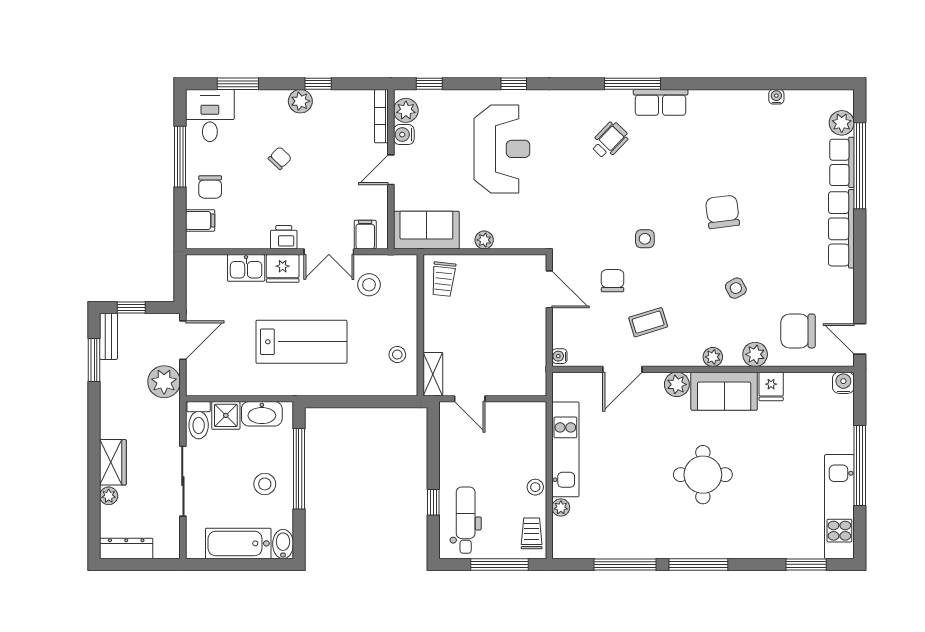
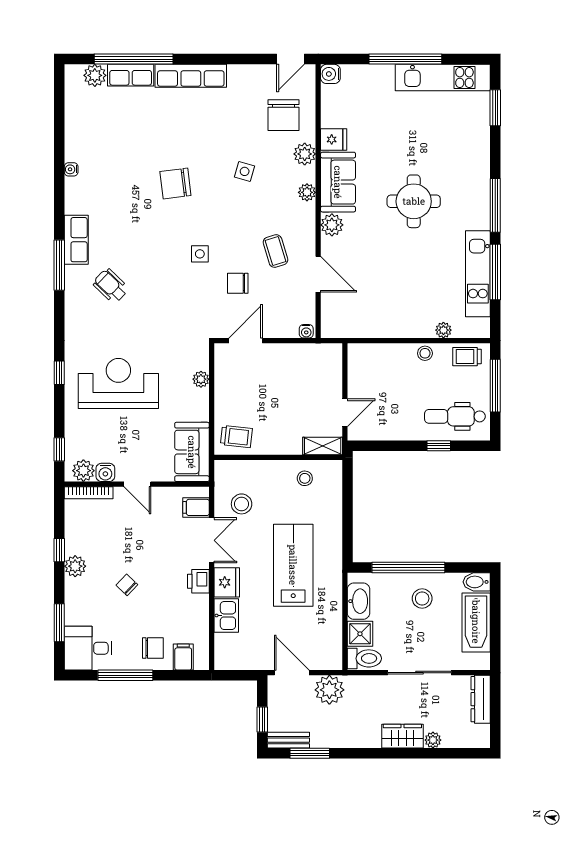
water cooler: (776, 97) -> (71, 169), moved
plant: (484, 240) -> (201, 379), moved
side table: (736, 288) -> (245, 171), turned 45
kitchen unit: (565, 449) -> (478, 274), moved, turned -90
dresser: (126, 548) -> (481, 699), moved

